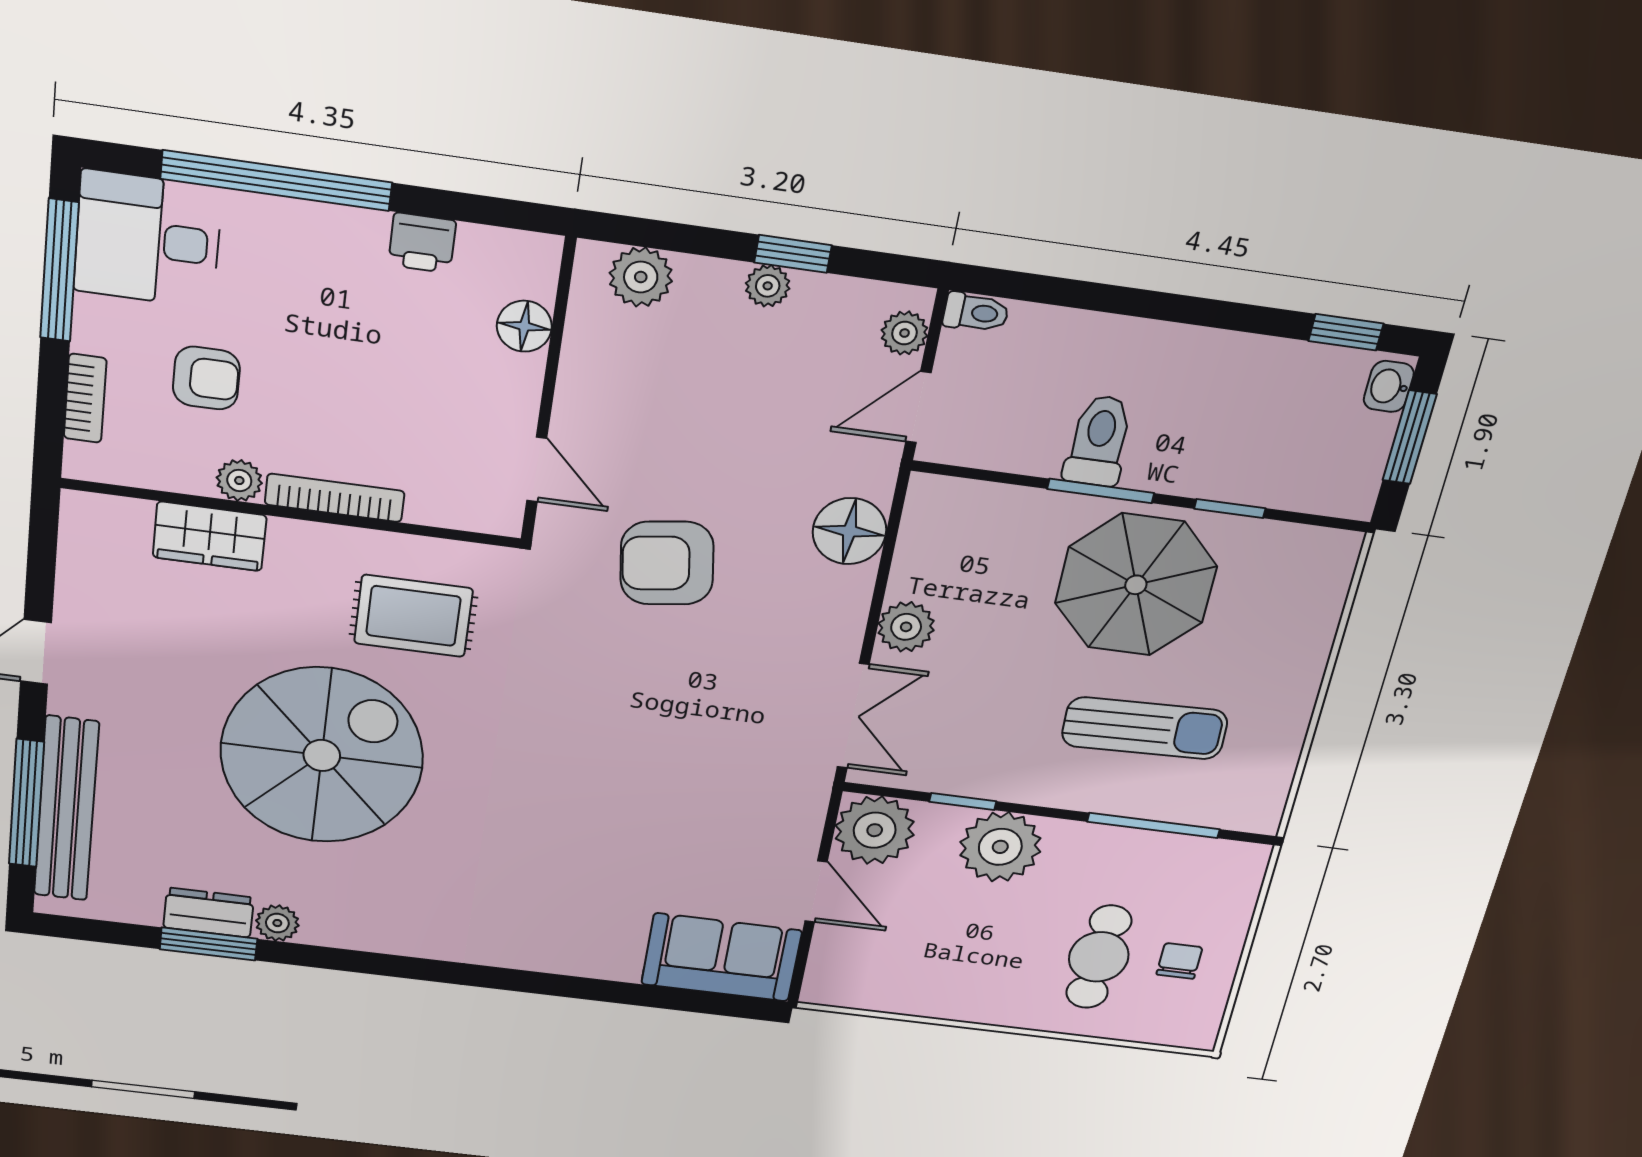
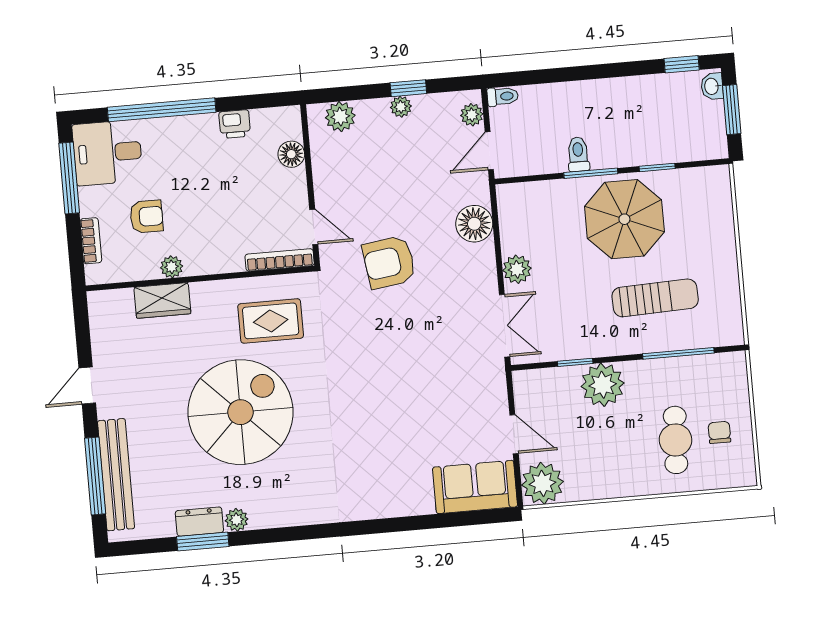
toilet: (1099, 441) -> (578, 154), width x0.73, depth x0.72
bookcase: (335, 498) -> (280, 260), moved
plant: (875, 830) -> (542, 483), moved

